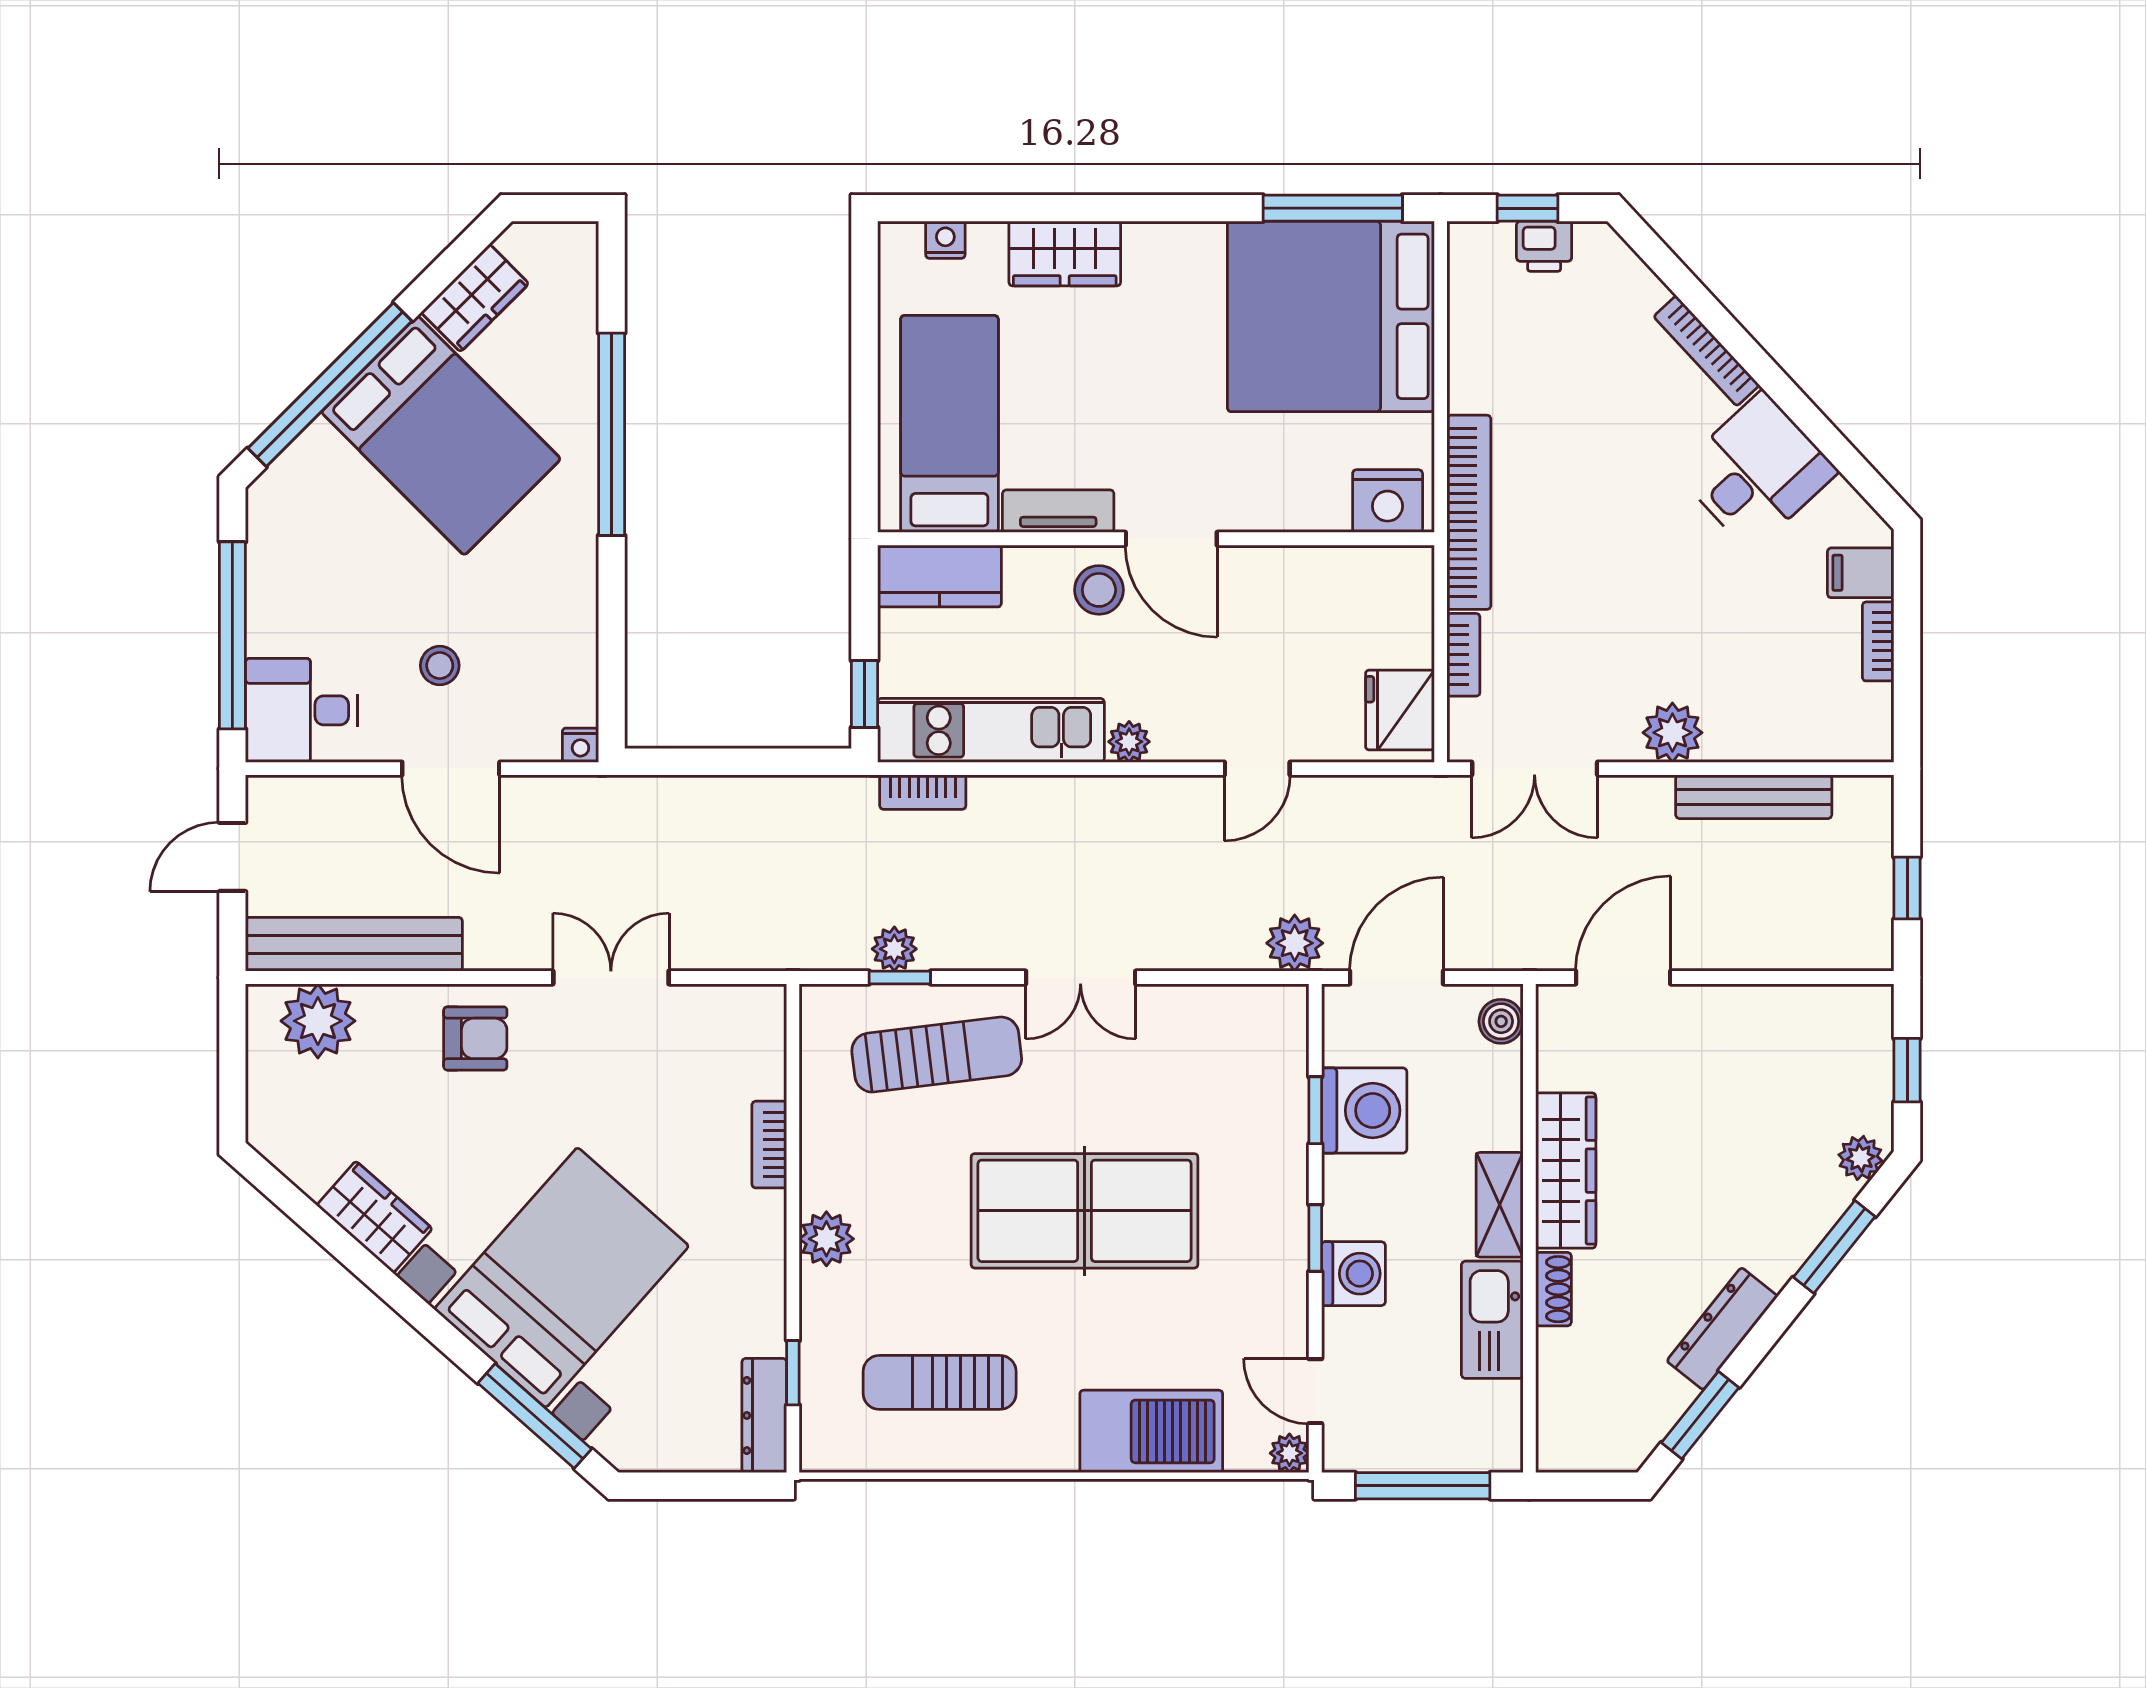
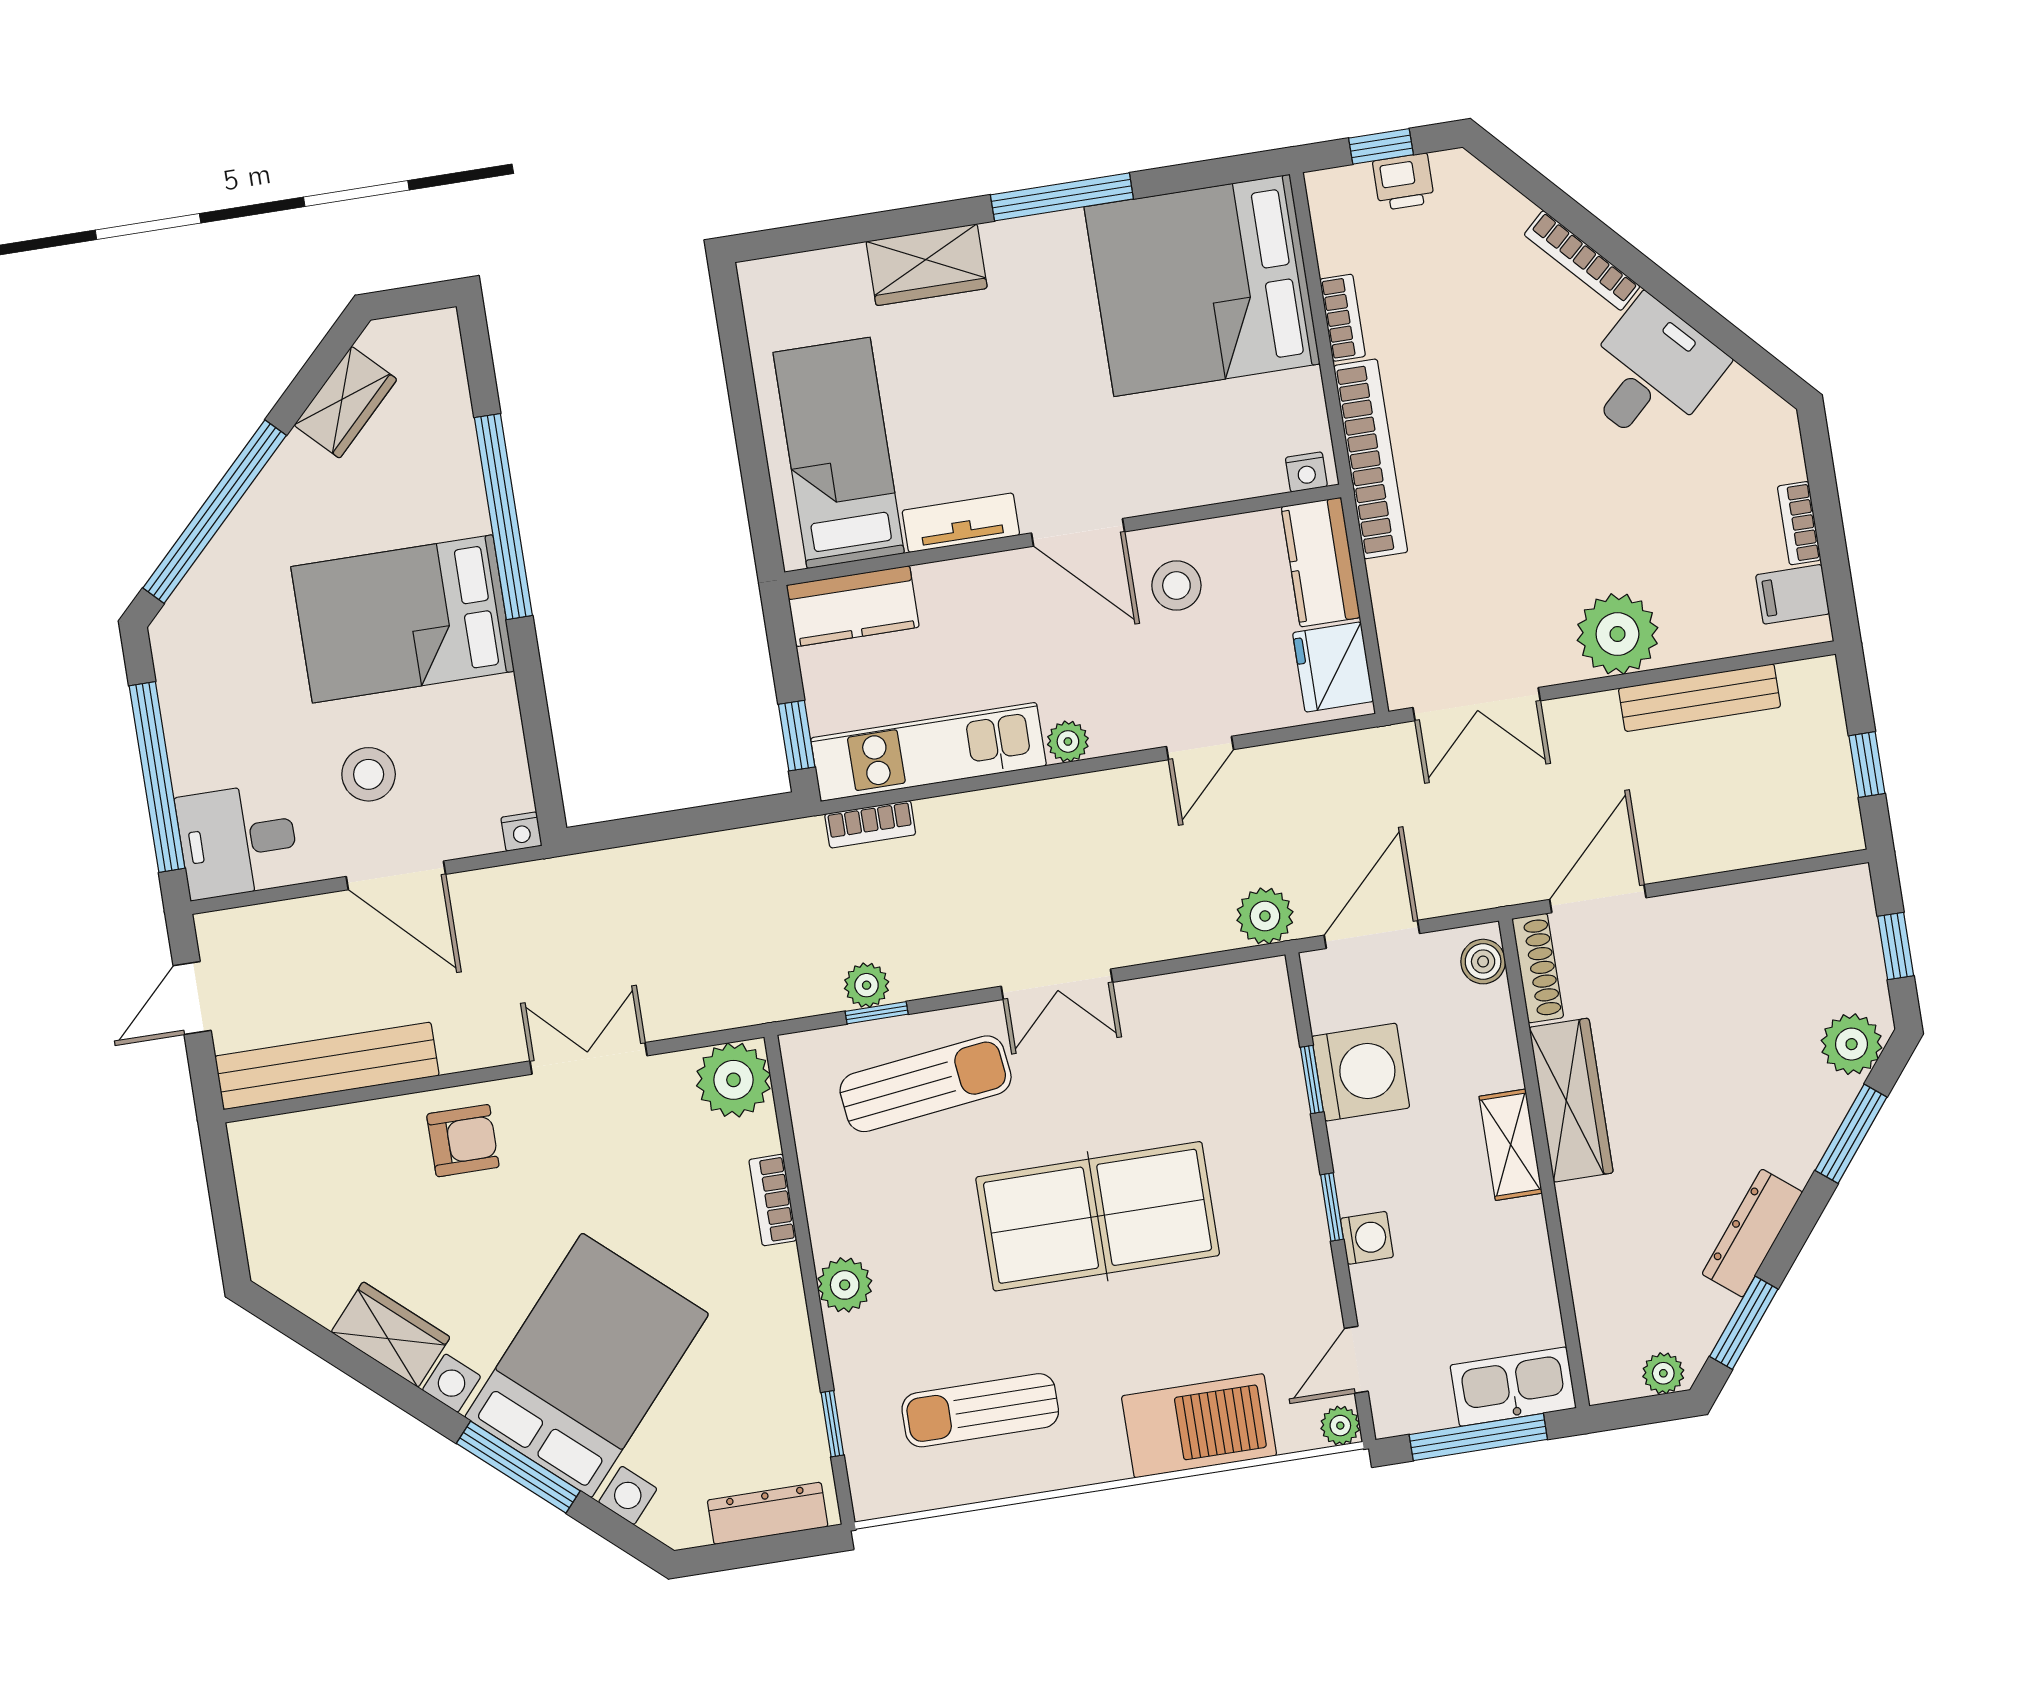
window: (1333, 208) -> (1062, 197), moved
nightstand: (945, 240) -> (806, 270), removed
bed: (441, 436) -> (403, 619), moved, turned 135
nightstand: (1388, 501) -> (1306, 472), width x0.53, depth x0.56
filing cabinet: (1861, 573) -> (1793, 594), moved
stool: (1099, 590) -> (1176, 585), moved
kitchen counter: (1404, 605) -> (1321, 562), added
bookcase: (1463, 655) -> (1343, 318), moved
stool: (440, 666) -> (369, 774), width x1.37, depth x1.37
plant: (1672, 733) -> (1617, 634), width x1.36, depth x1.36
plant: (318, 1021) -> (733, 1080), moved
plant: (1860, 1158) -> (1852, 1044), width x1.38, depth x1.38
washing machine: (1353, 1274) -> (1367, 1238), width x0.73, depth x0.73
shoe rack: (1553, 1289) -> (1538, 968), moved, width x1.43
kitchen sink: (1492, 1320) -> (1513, 1387), moved, turned 90
door: (1315, 1391) -> (1356, 1360), hinge flipped
window: (535, 1416) -> (518, 1467), moved
dresser: (764, 1416) -> (768, 1513), moved, turned 90
plant: (1614, 1452) -> (1663, 1373), added

